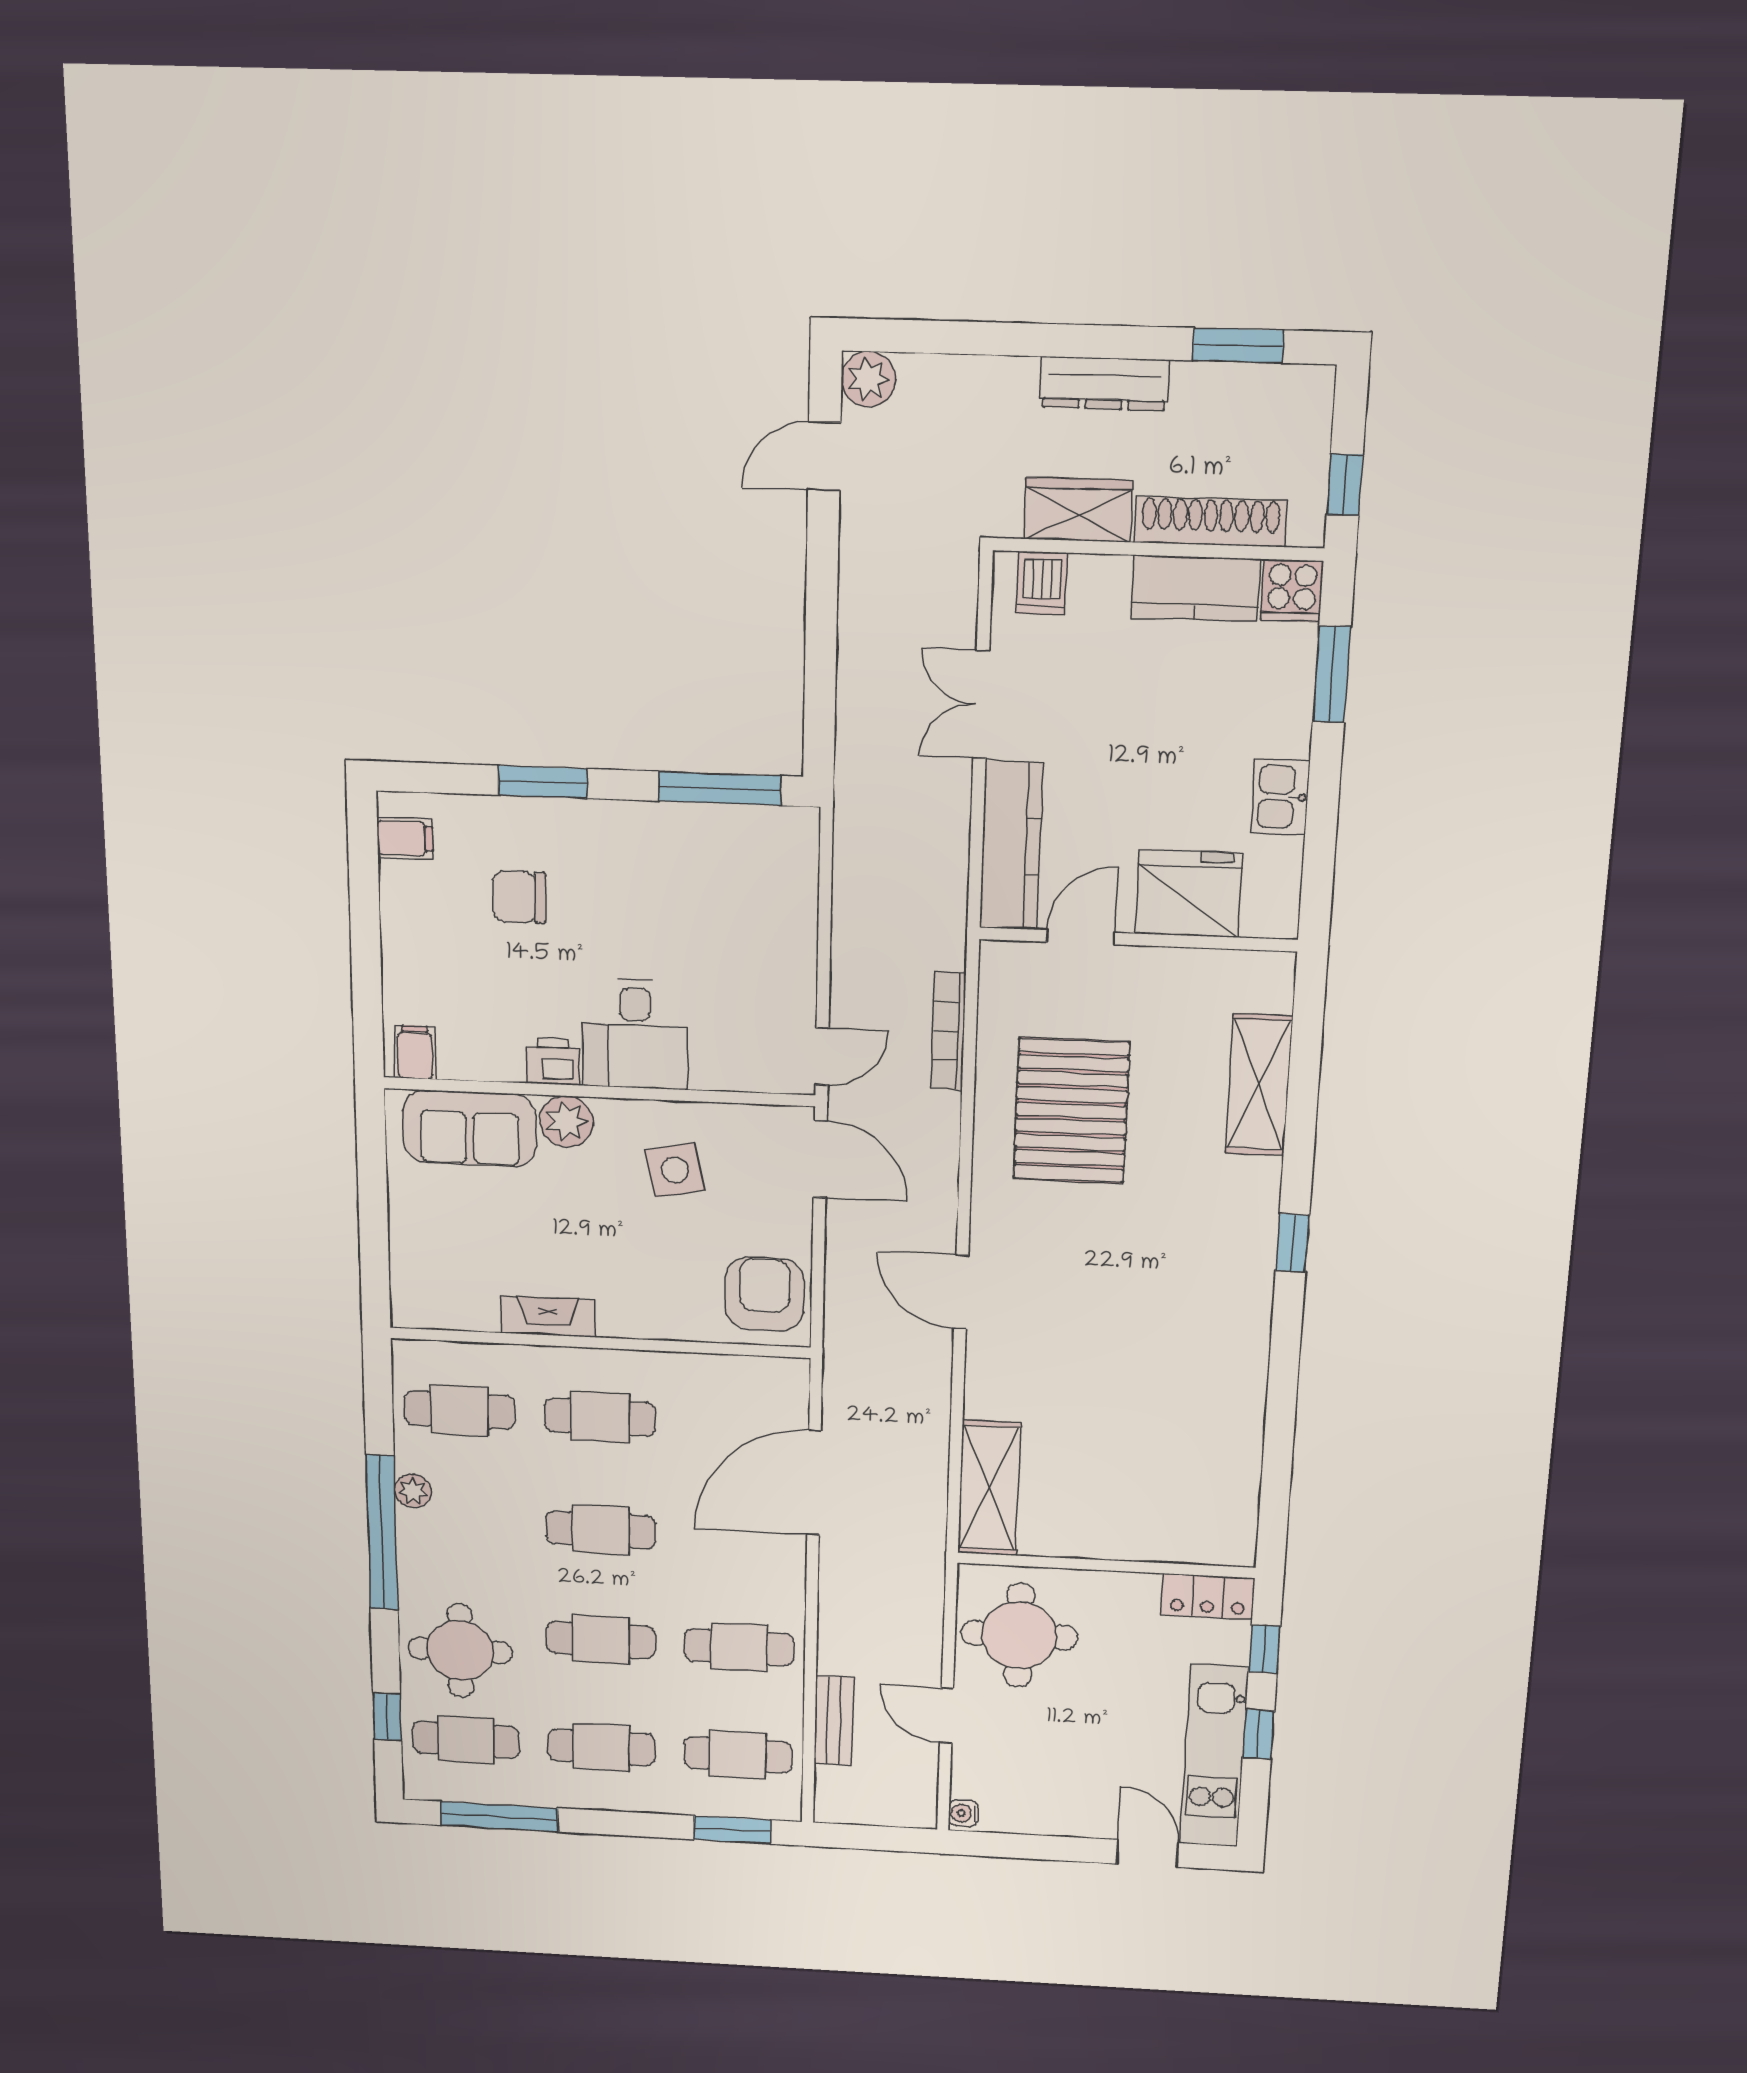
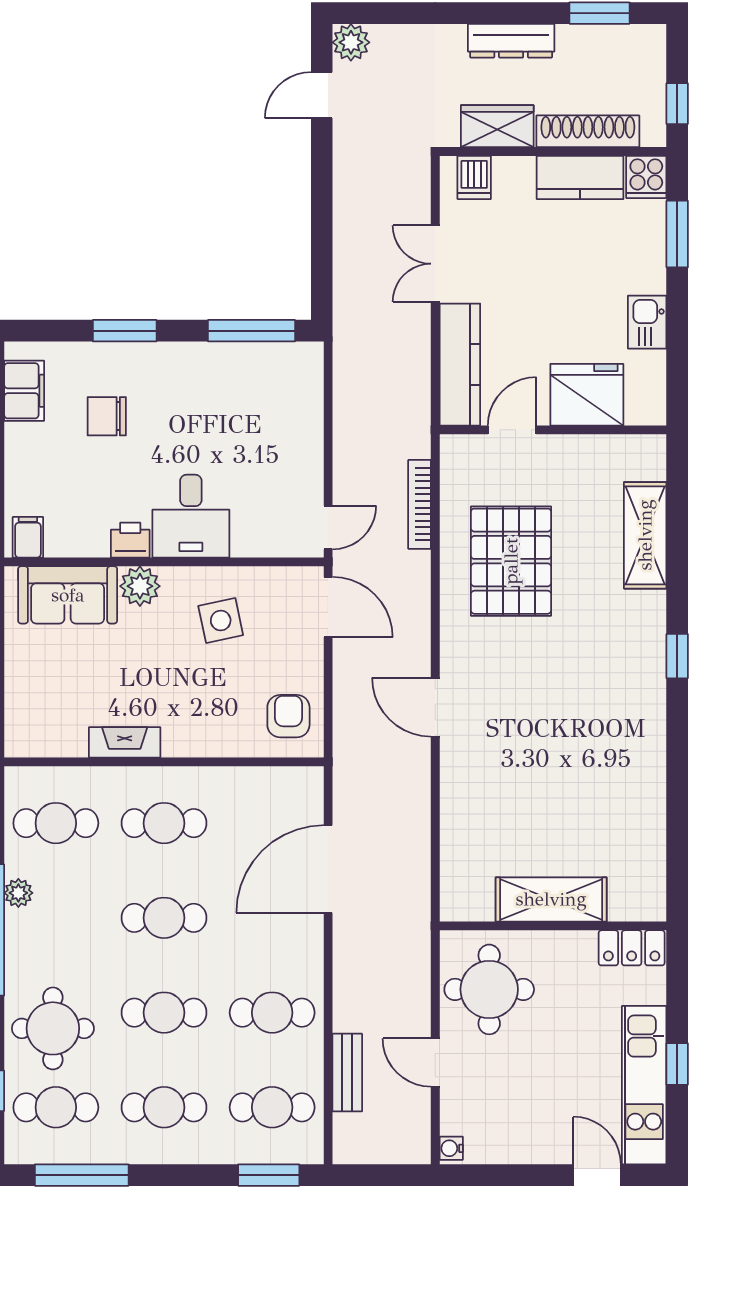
filing cabinet: (405, 838) -> (24, 391), width x2.00
armchair: (765, 1294) -> (288, 716), width x0.72, depth x0.72
shelving: (989, 1488) -> (551, 899), moved, turned 90
window: (1264, 1649) -> (677, 990), removed

